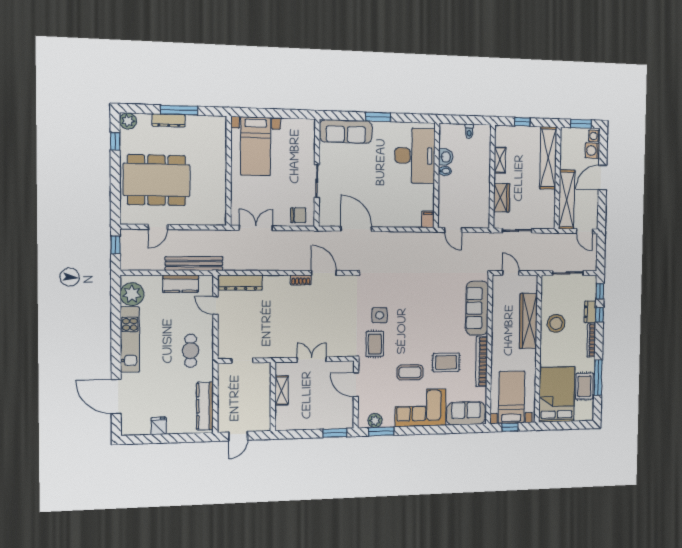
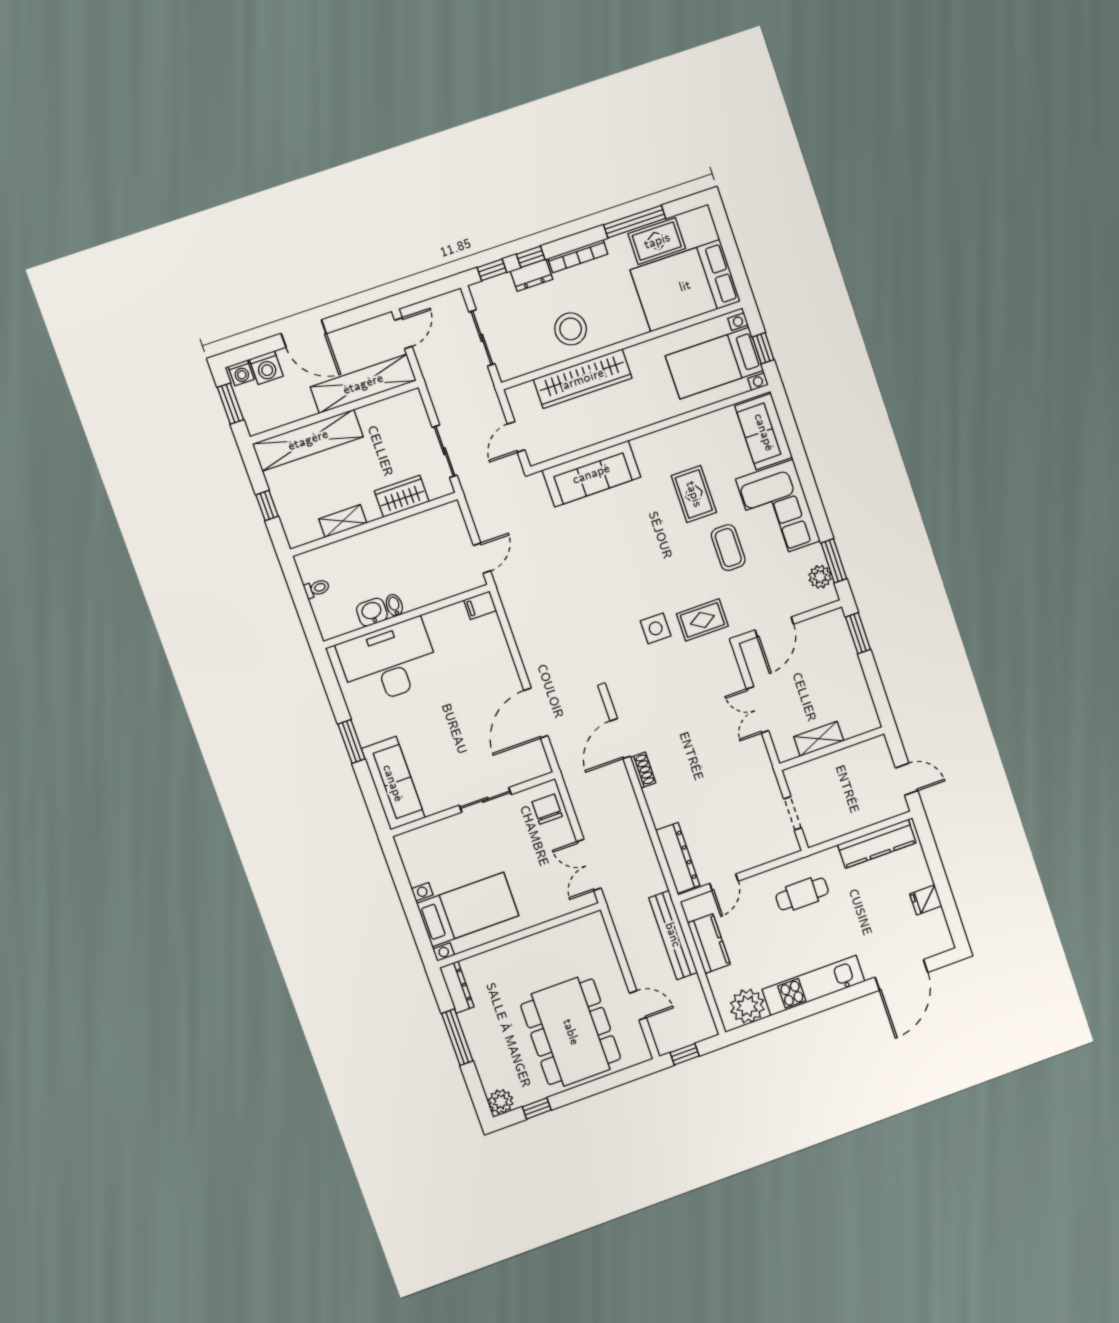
dresser: (169, 120) -> (457, 987), moved
bookcase: (482, 362) -> (674, 435), removed

